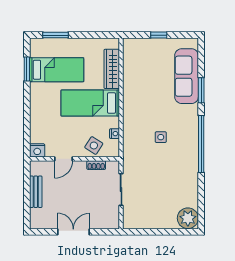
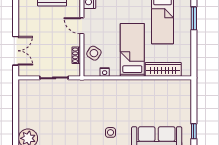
window: (159, 35) -> (194, 131), moved
side table: (161, 137) -> (110, 132), moved
double door: (73, 232) -> (16, 51), moved

